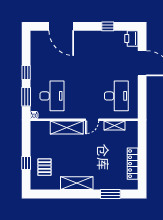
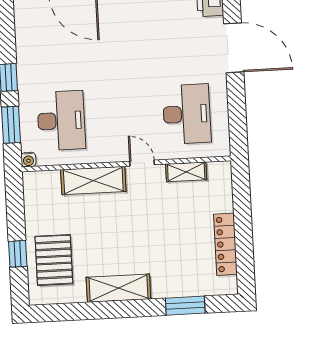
door: (92, 120) -> (142, 163), swing flipped
pallet: (44, 167) -> (54, 260), width x1.50, depth x1.42

